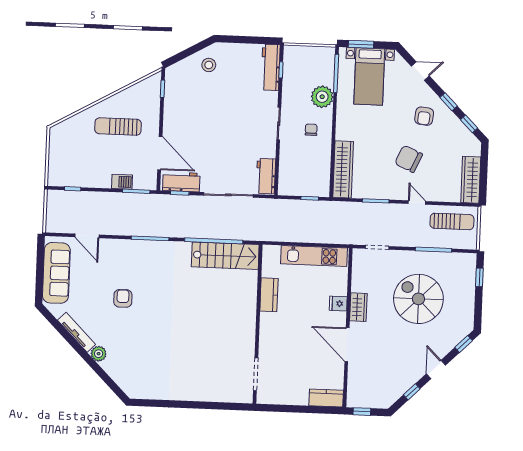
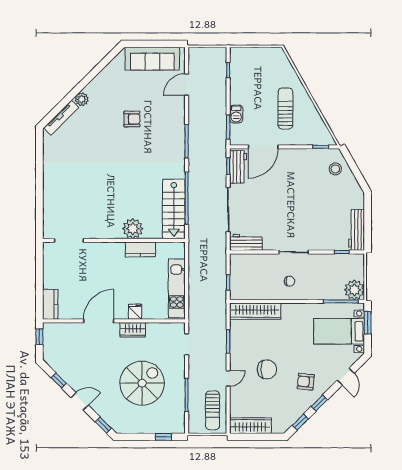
stool: (209, 65) -> (335, 169), moved
workbench: (271, 67) -> (357, 230), moved, turned -90
plant: (322, 97) -> (354, 290), moved
chair: (409, 159) -> (267, 369), turned 66
plant: (245, 302) -> (133, 229), added
tv unit: (77, 332) -> (61, 118), moved

